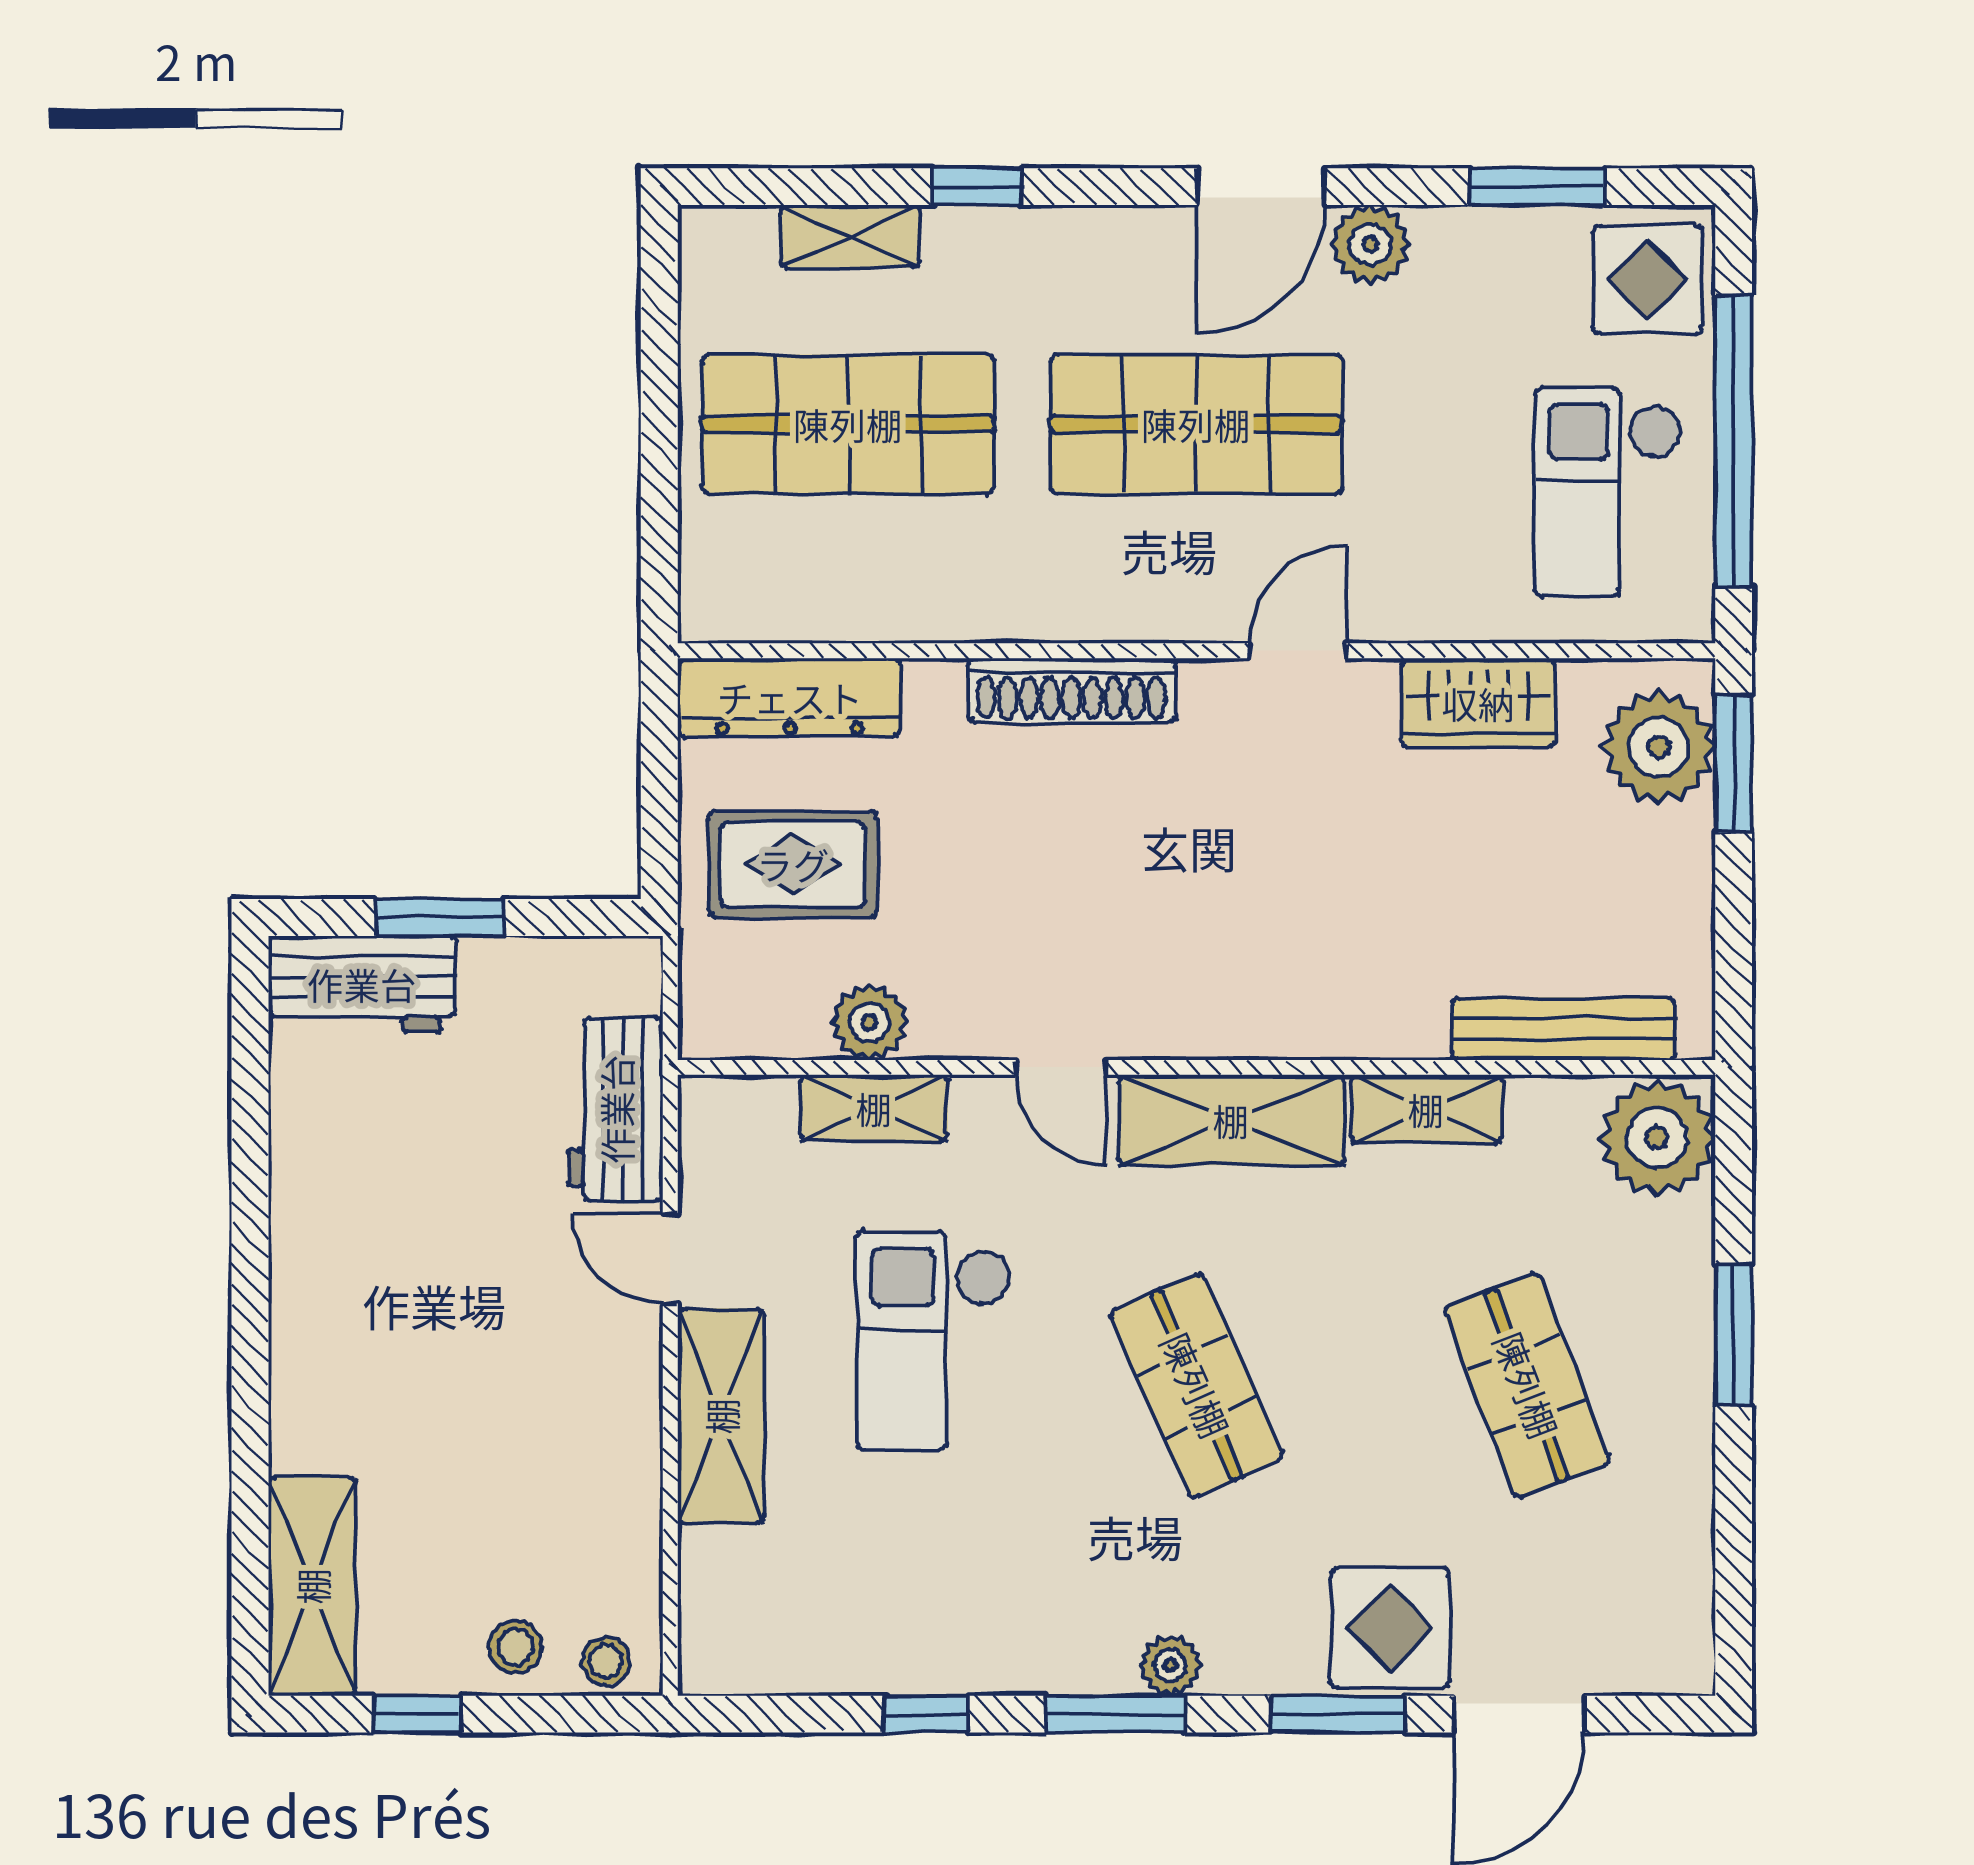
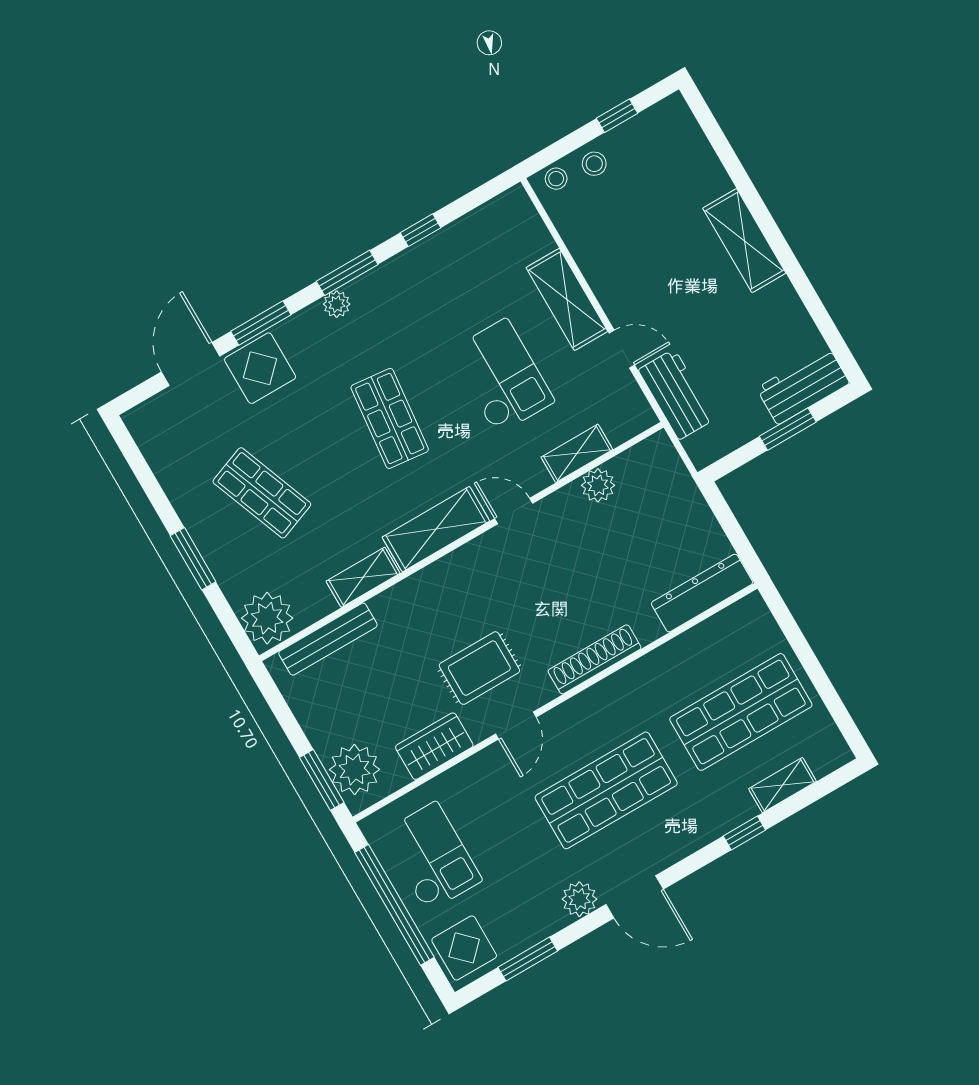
door: (1261, 187) -> (635, 897), swing flipped
rug: (793, 864) -> (479, 668), moved
shop shelf: (1196, 1385) -> (390, 418), turned 30
shelving: (312, 1586) -> (744, 241), moved

